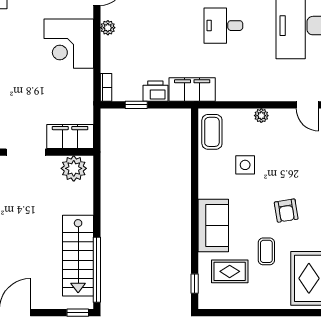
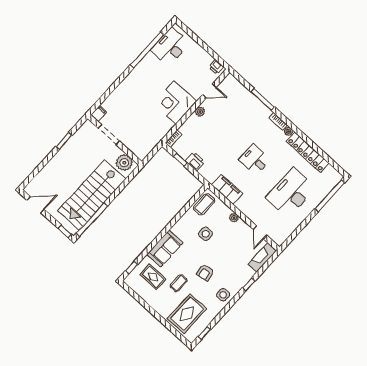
filing cabinet: (192, 90) -> (227, 189), moved
filing cabinet: (70, 137) -> (136, 146), removed
stairs: (78, 256) -> (92, 195), width x1.36, depth x1.51

